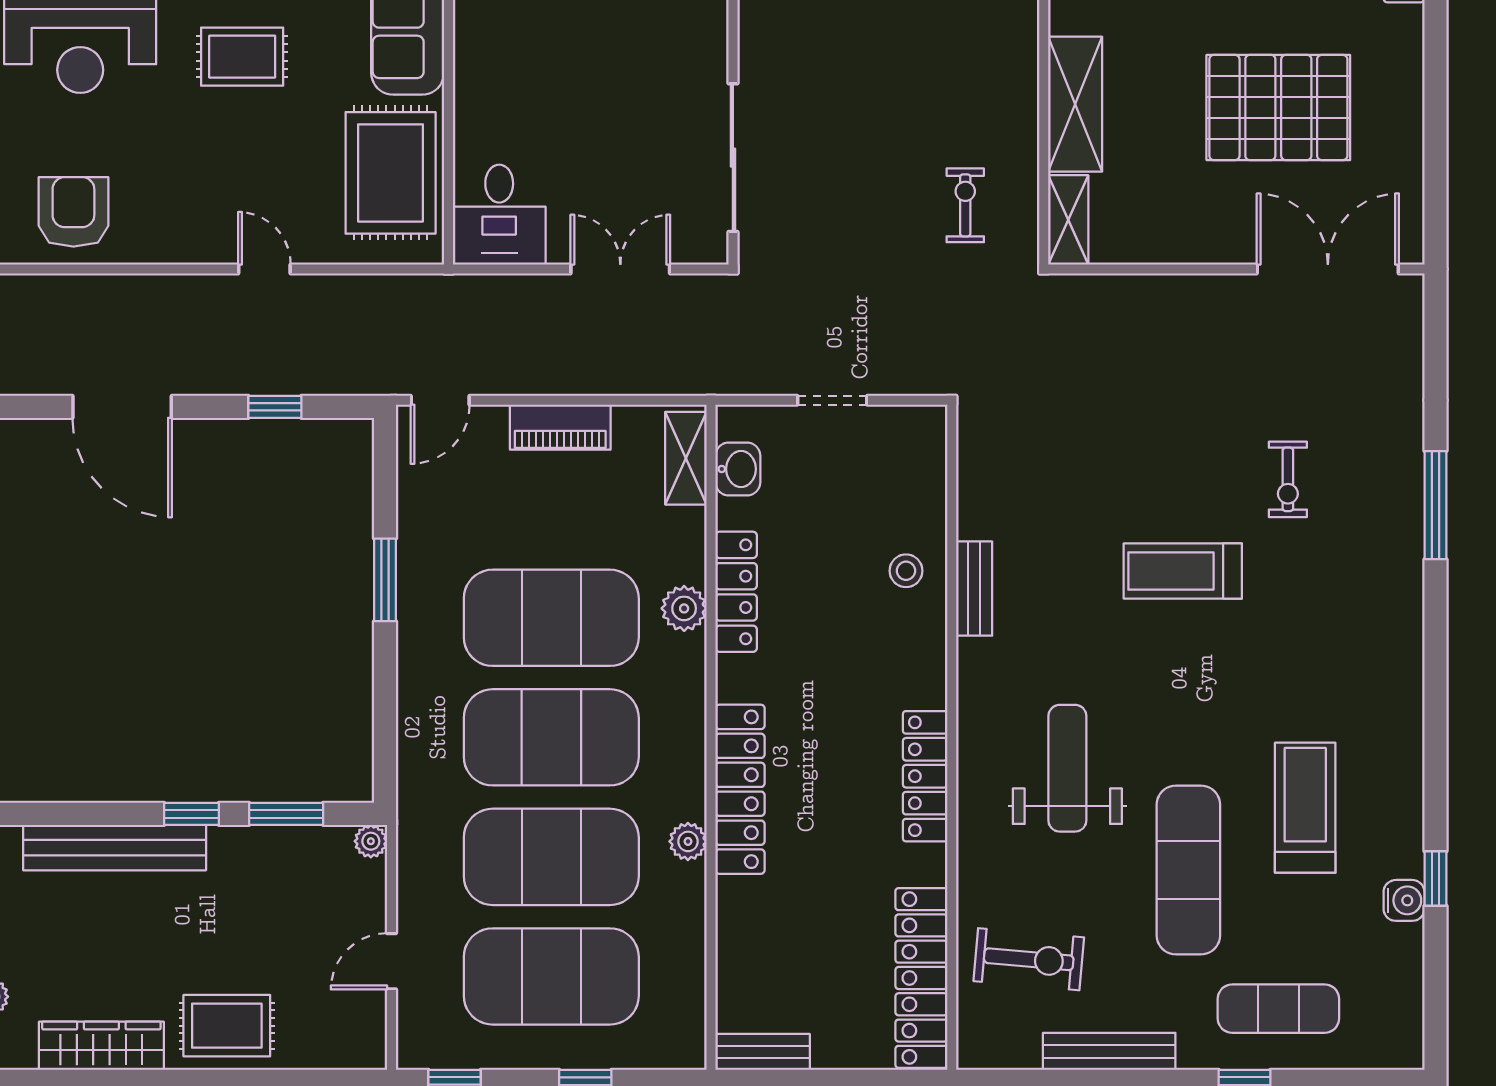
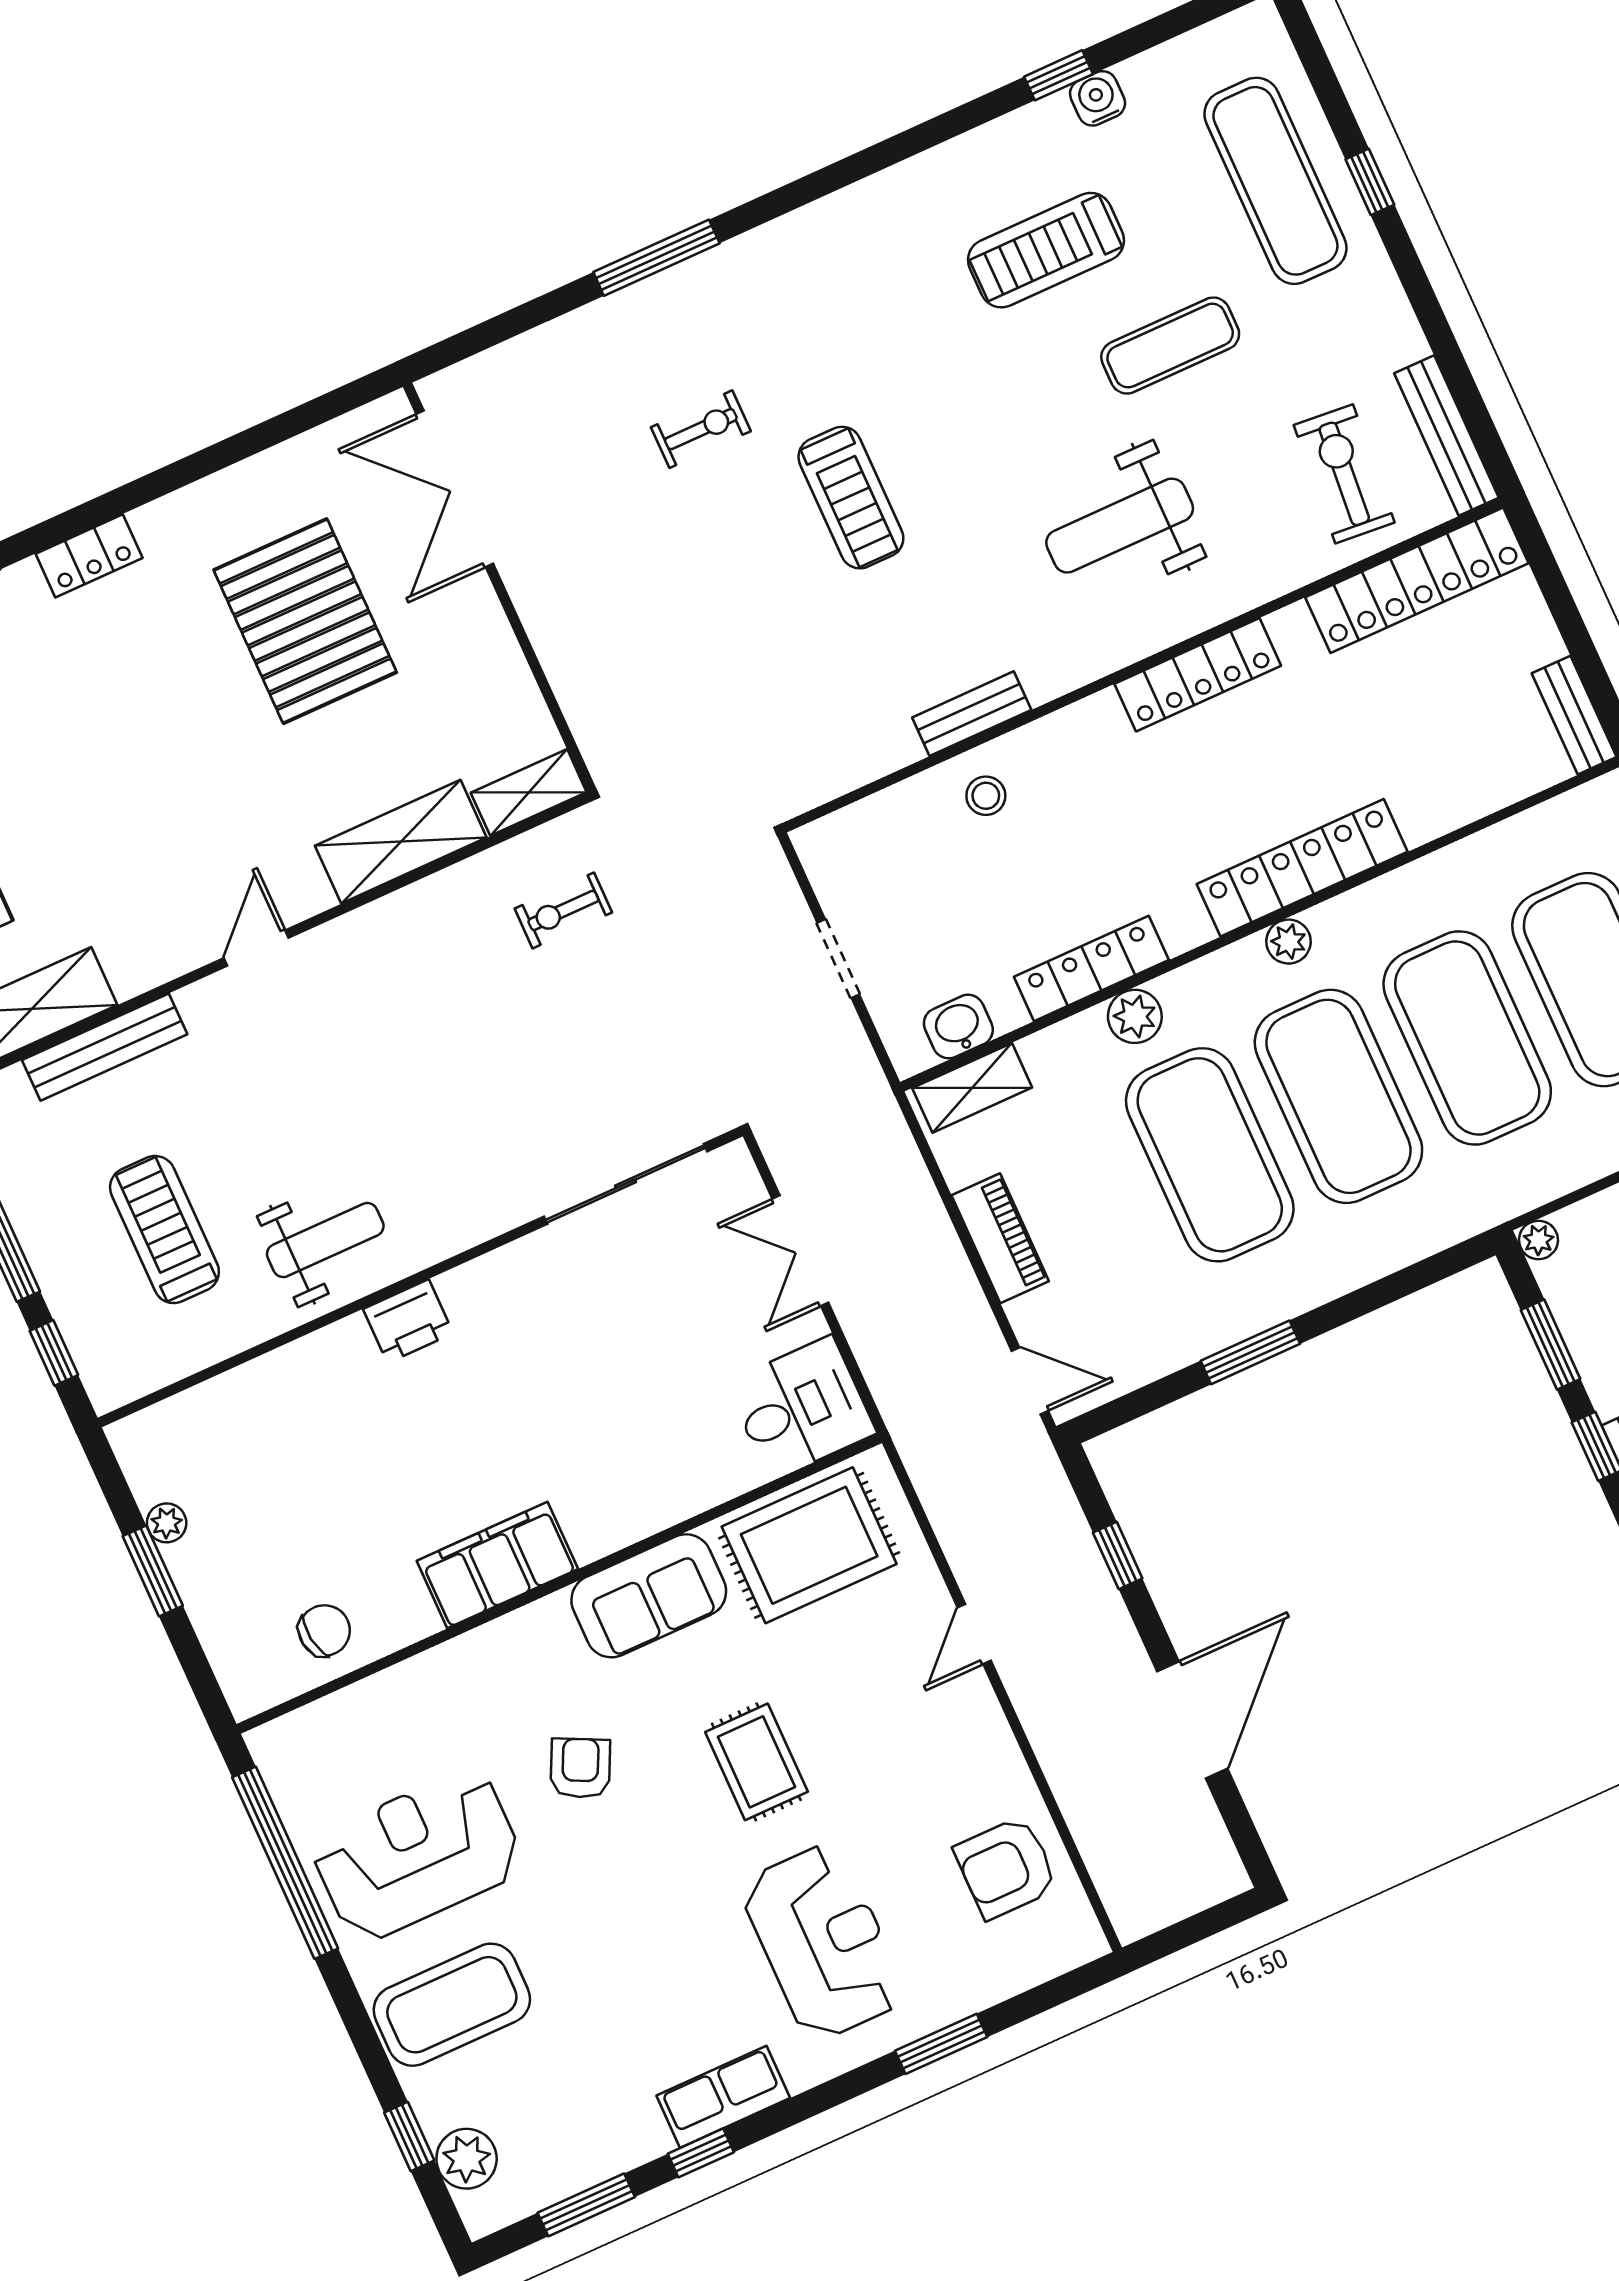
plant: (688, 841) -> (1288, 942), moved
exercise mat: (1188, 870) -> (1170, 346), width x0.73, depth x0.69
exercise mat: (1278, 1009) -> (1275, 181), width x1.36, depth x1.45
bench: (1109, 1051) -> (1447, 436), moved

